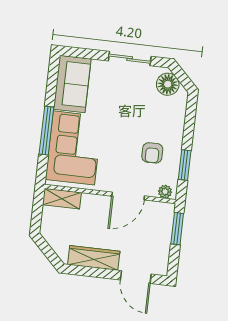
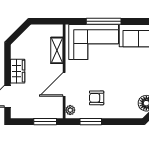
door: (128, 196) -> (64, 84), hinge flipped
shelving: (62, 199) -> (57, 50), moved
wardrobe: (94, 258) -> (18, 71), width x0.67

